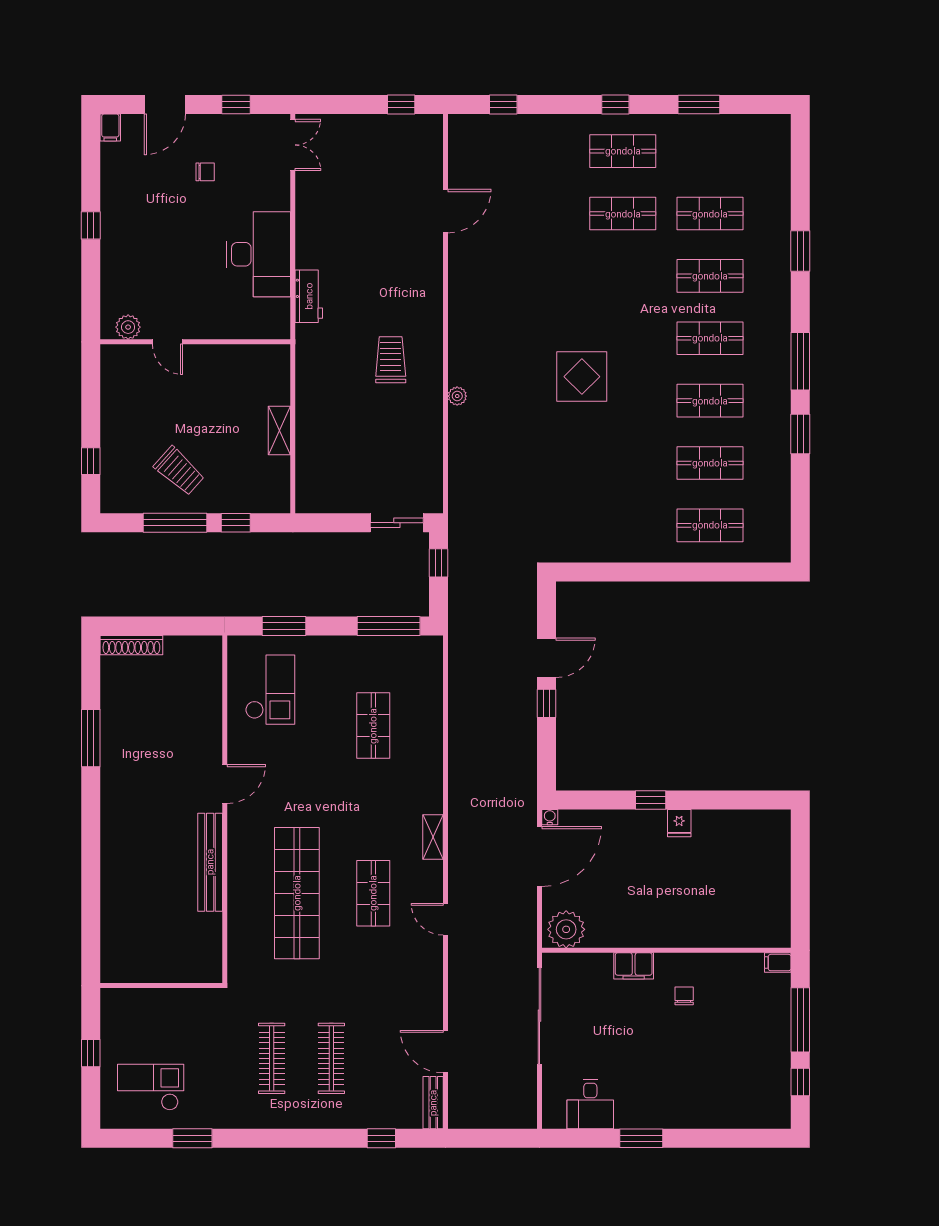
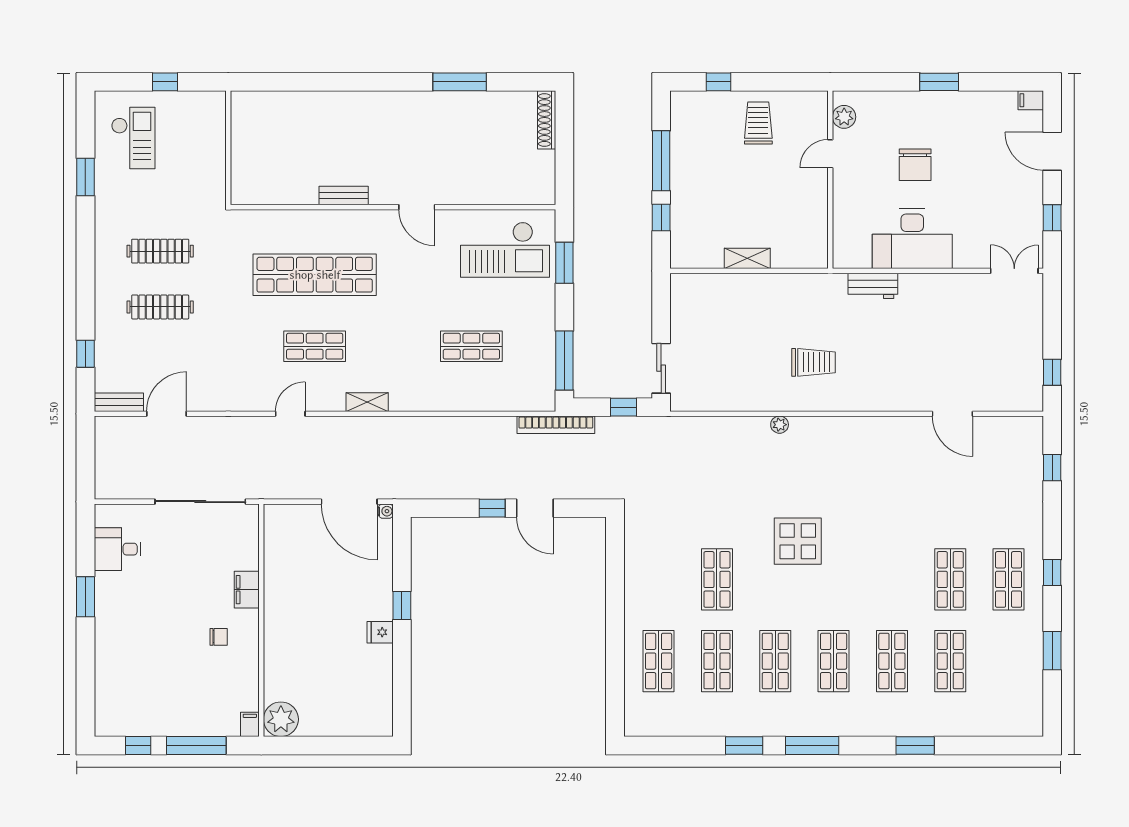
double door: (293, 145) -> (1014, 271), swing flipped
chair: (205, 172) -> (915, 165), moved, width x1.87, depth x1.87
window: (91, 225) -> (939, 82), width x1.50
shop shelf: (623, 463) -> (717, 579), added
trolley: (179, 471) -> (758, 123), moved, turned 138
bookcase: (457, 635) -> (556, 425), added
checkout: (270, 690) -> (505, 250), width x1.36, depth x1.21
bench: (210, 862) -> (344, 196), width x0.54, depth x0.82
plant: (566, 929) -> (281, 719), moved

